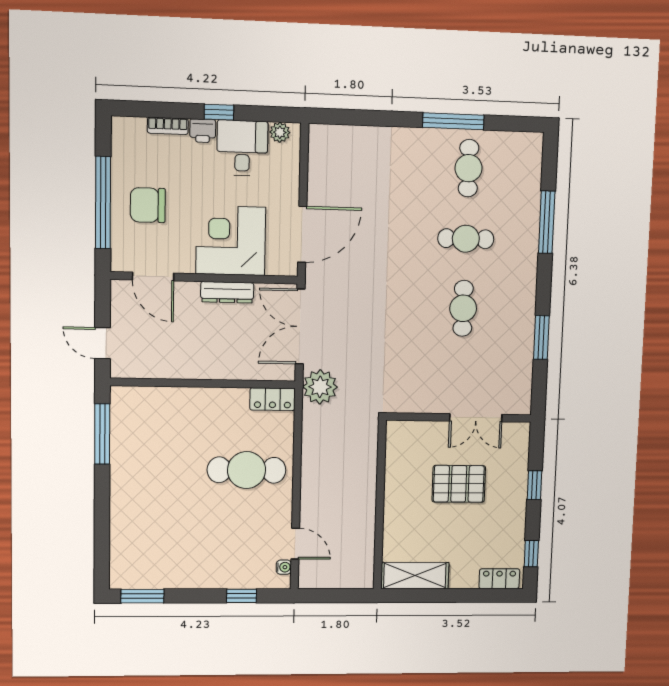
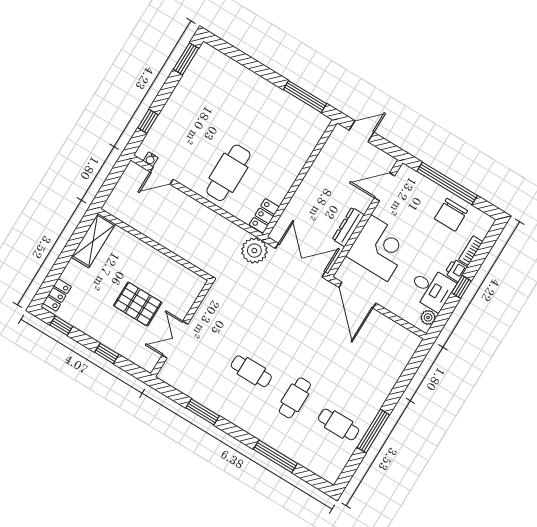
chair: (148, 205) -> (451, 215), moved, turned 180
pallet: (459, 484) -> (138, 304), turned 90

